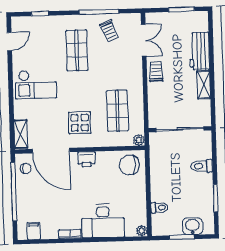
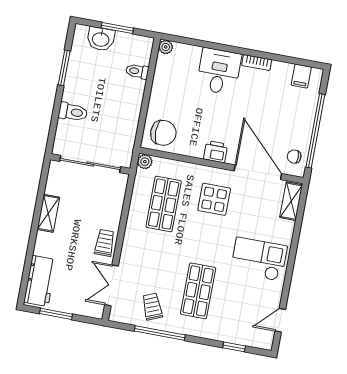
workbench: (199, 51) -> (40, 281), moved
trolley: (156, 72) -> (105, 243), turned 180
desk: (103, 221) -> (219, 71), width x0.73

